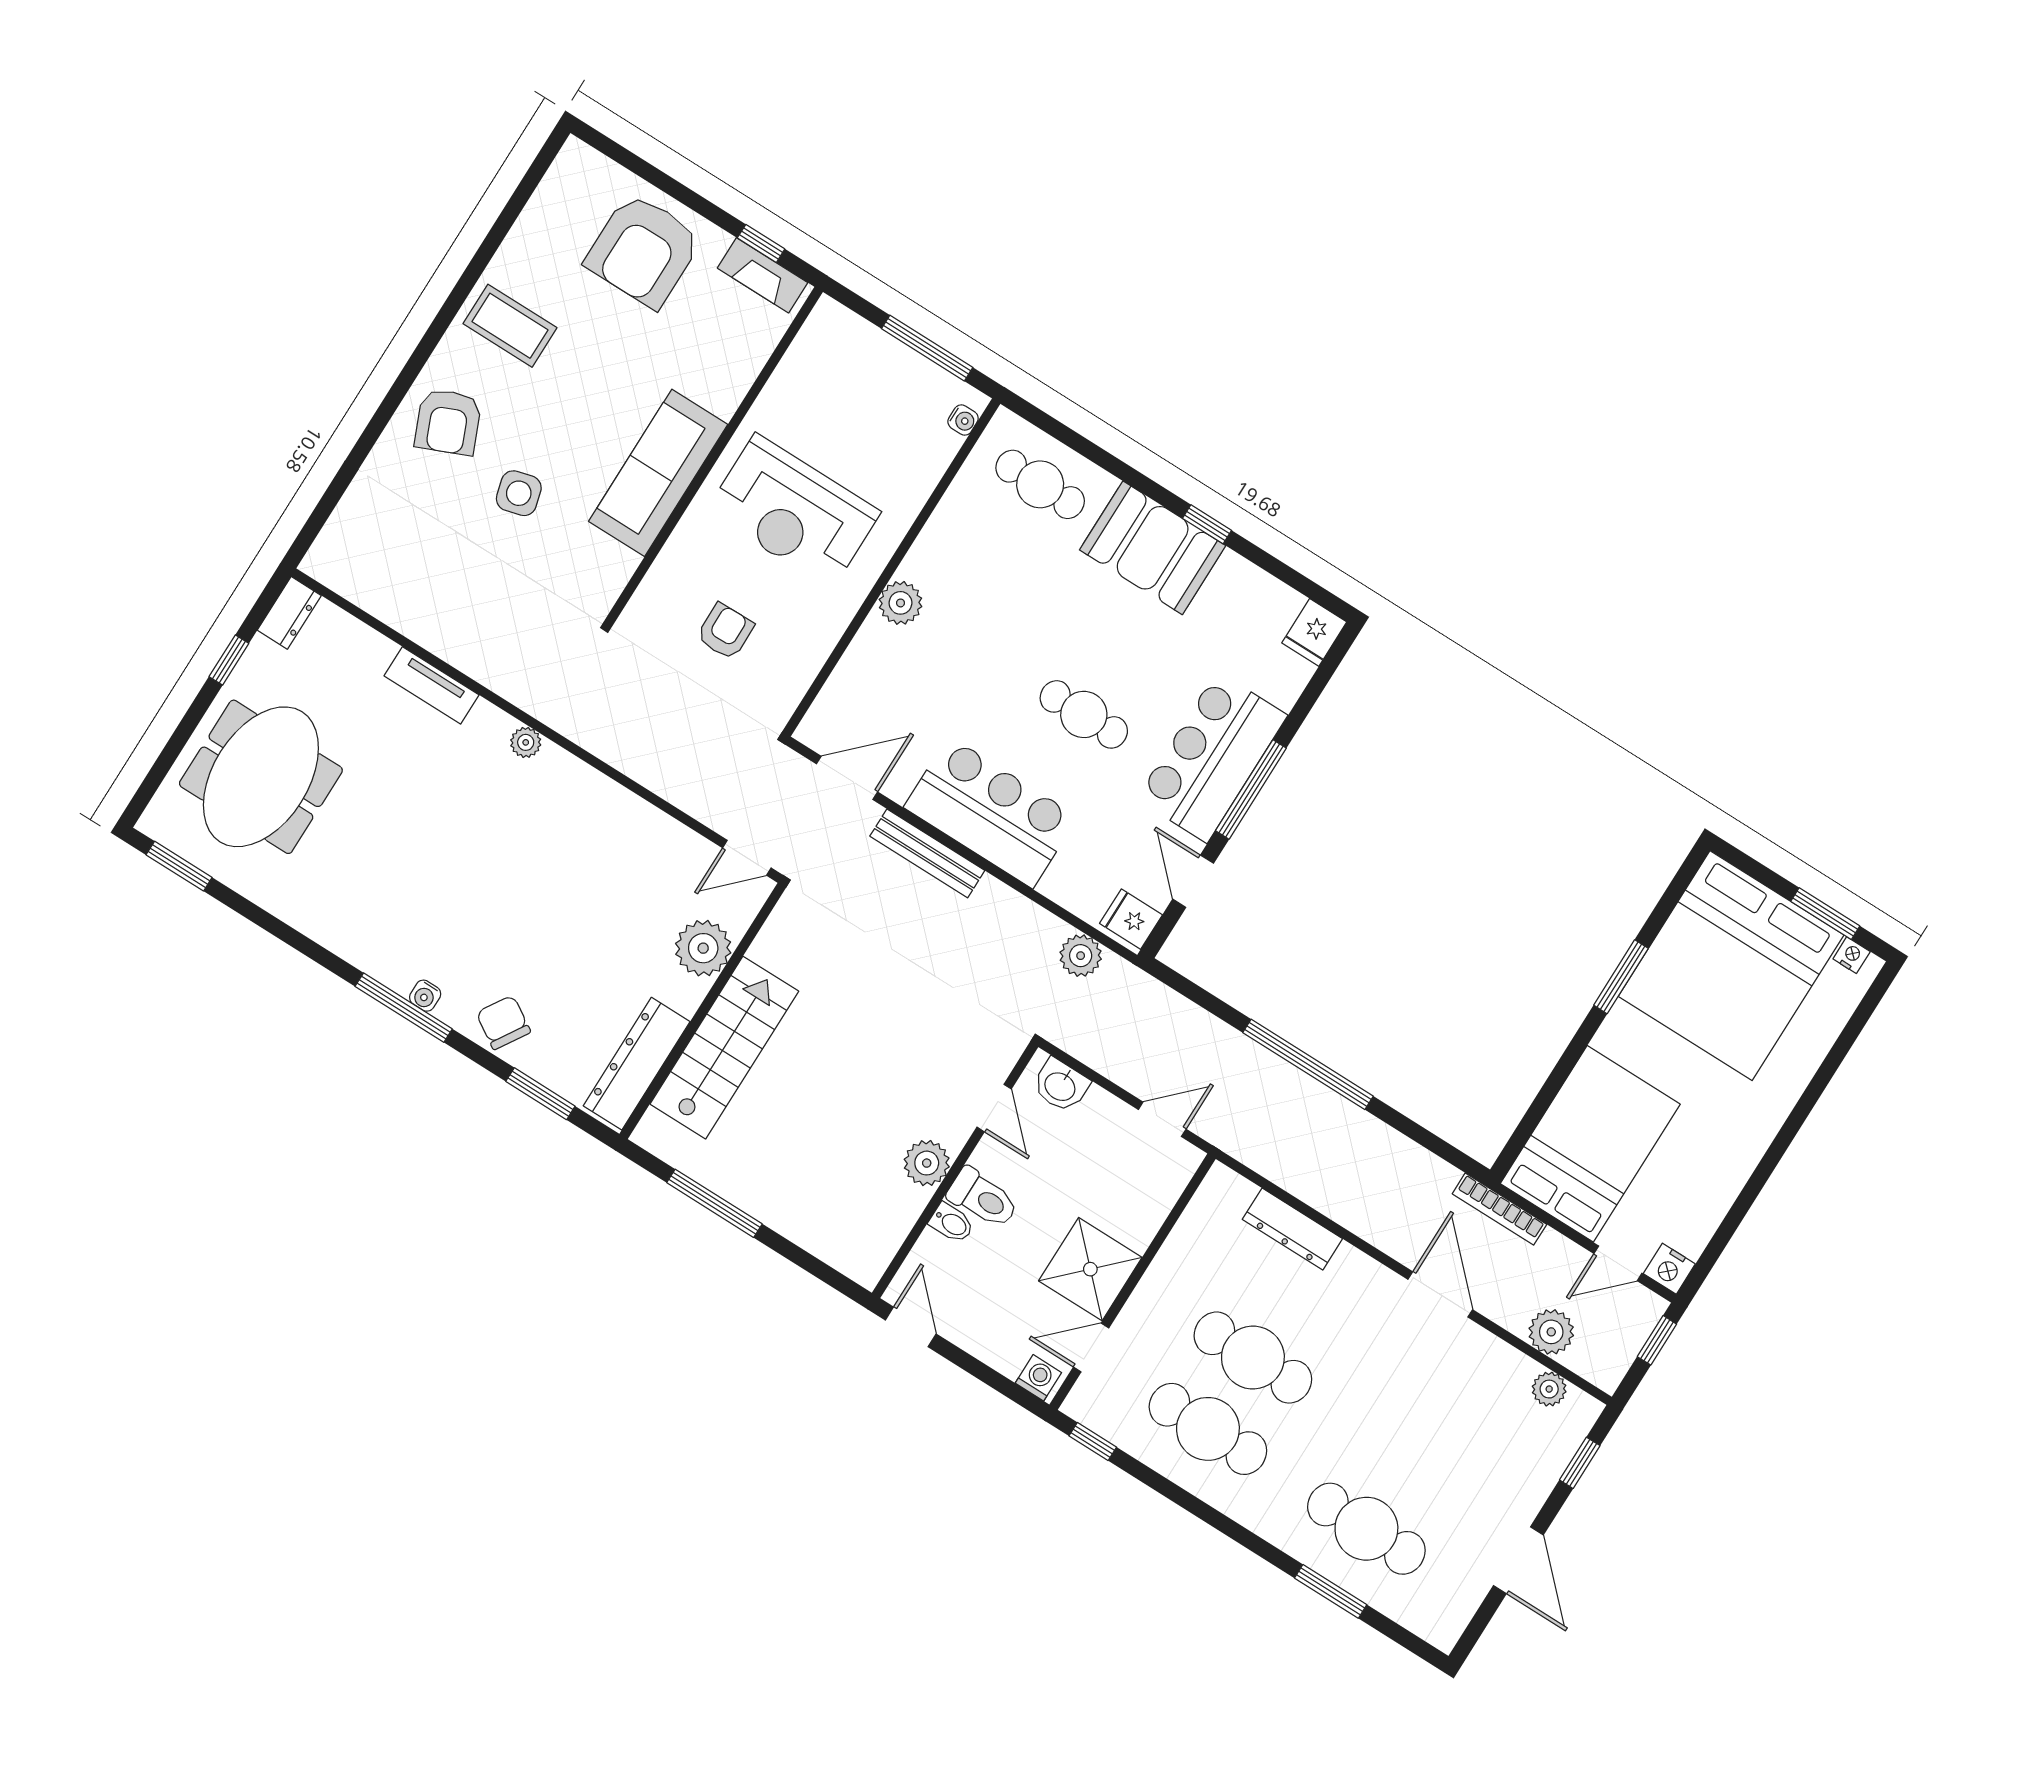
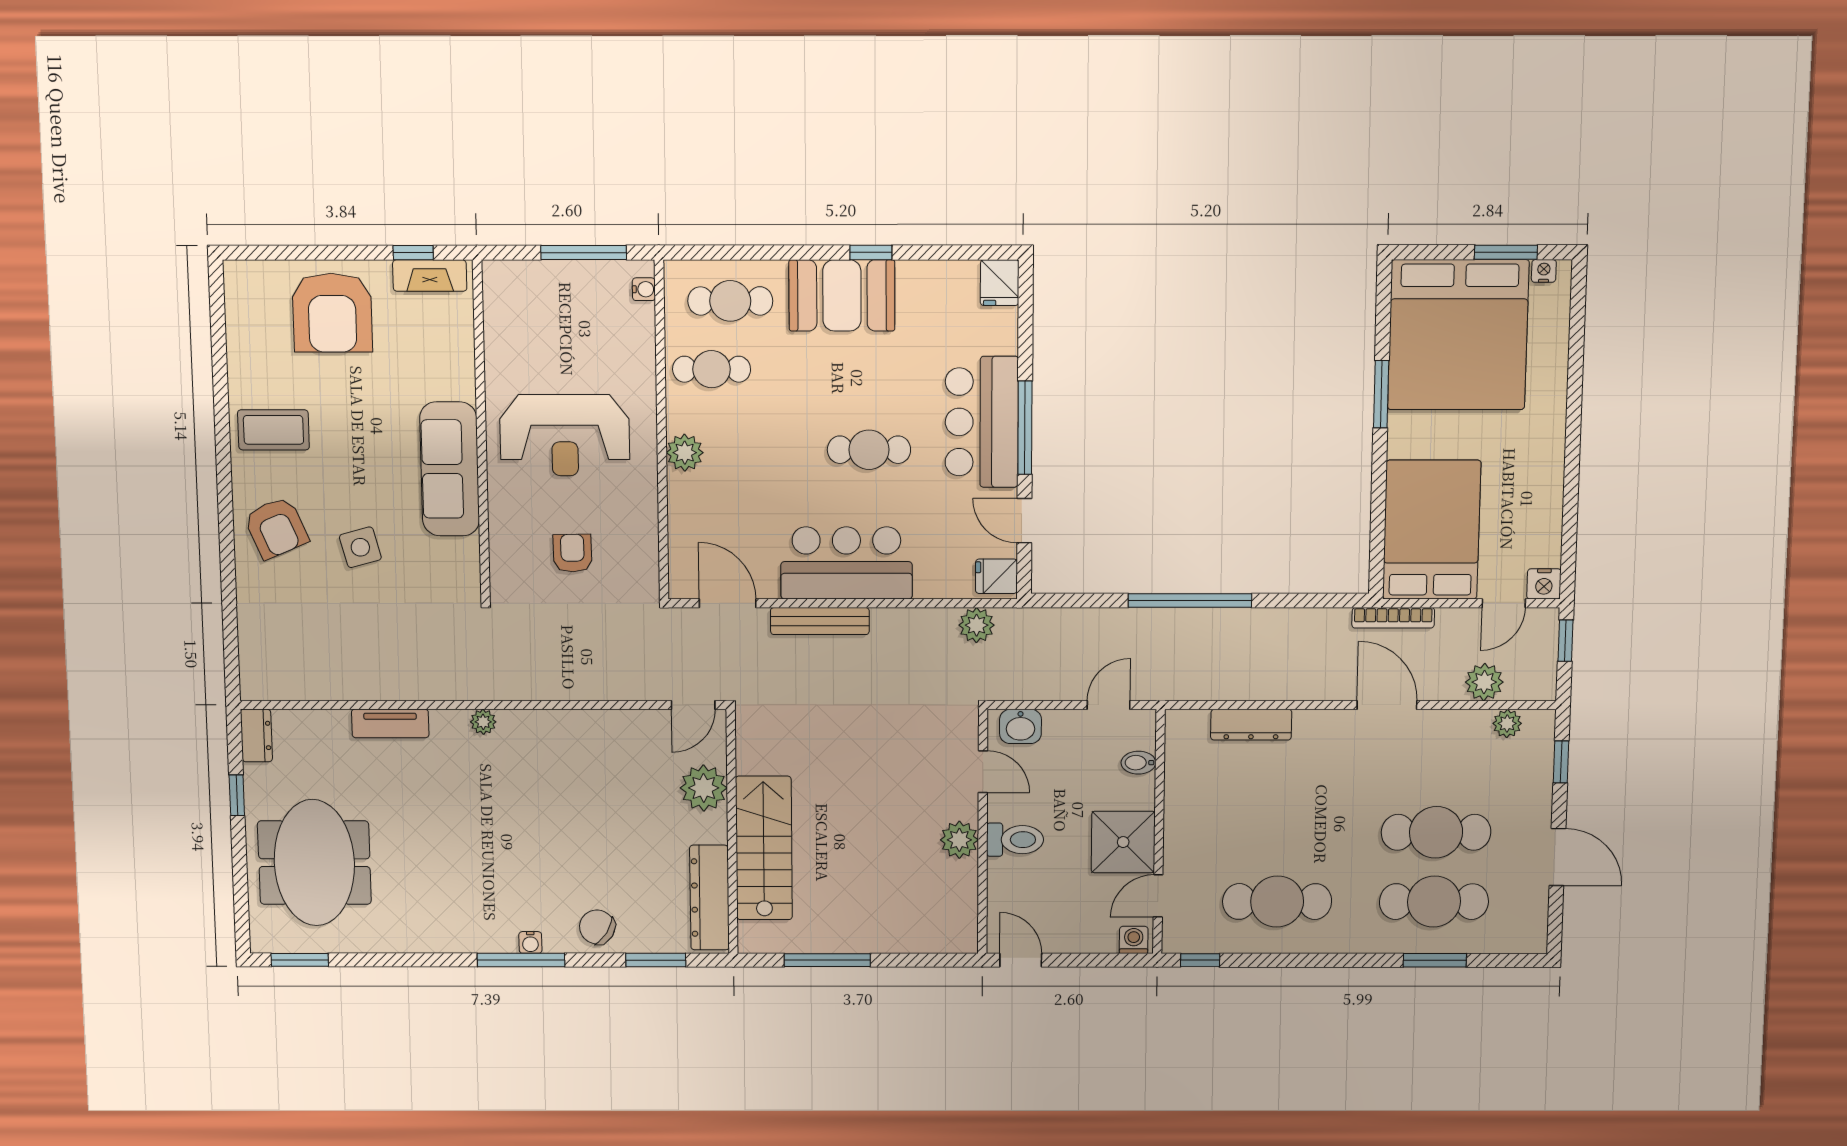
cafe table: (979, 539) -> (712, 369), added
door: (847, 778) -> (728, 603), hinge flipped
bidet: (952, 1223) -> (1138, 763), moved, turned 180
cafe table: (1253, 1358) -> (1436, 832), moved

